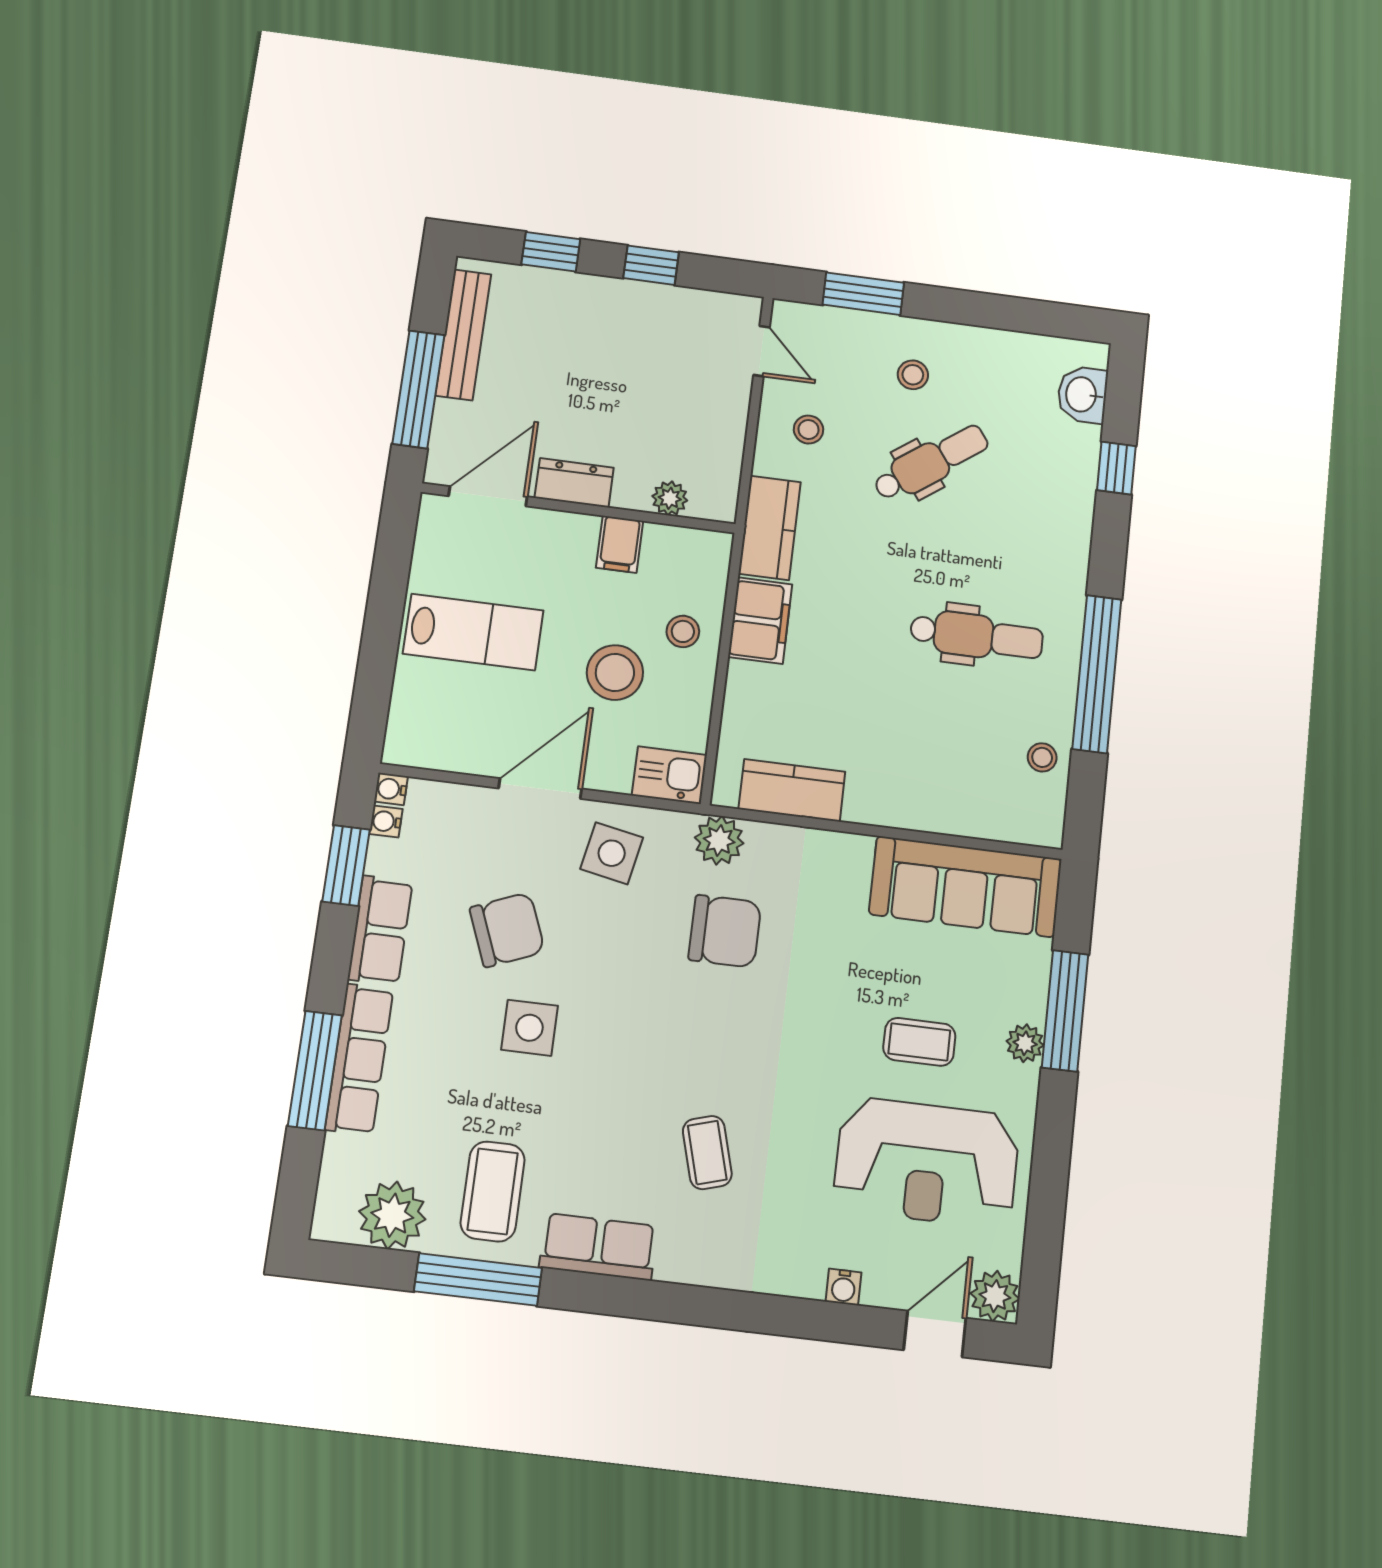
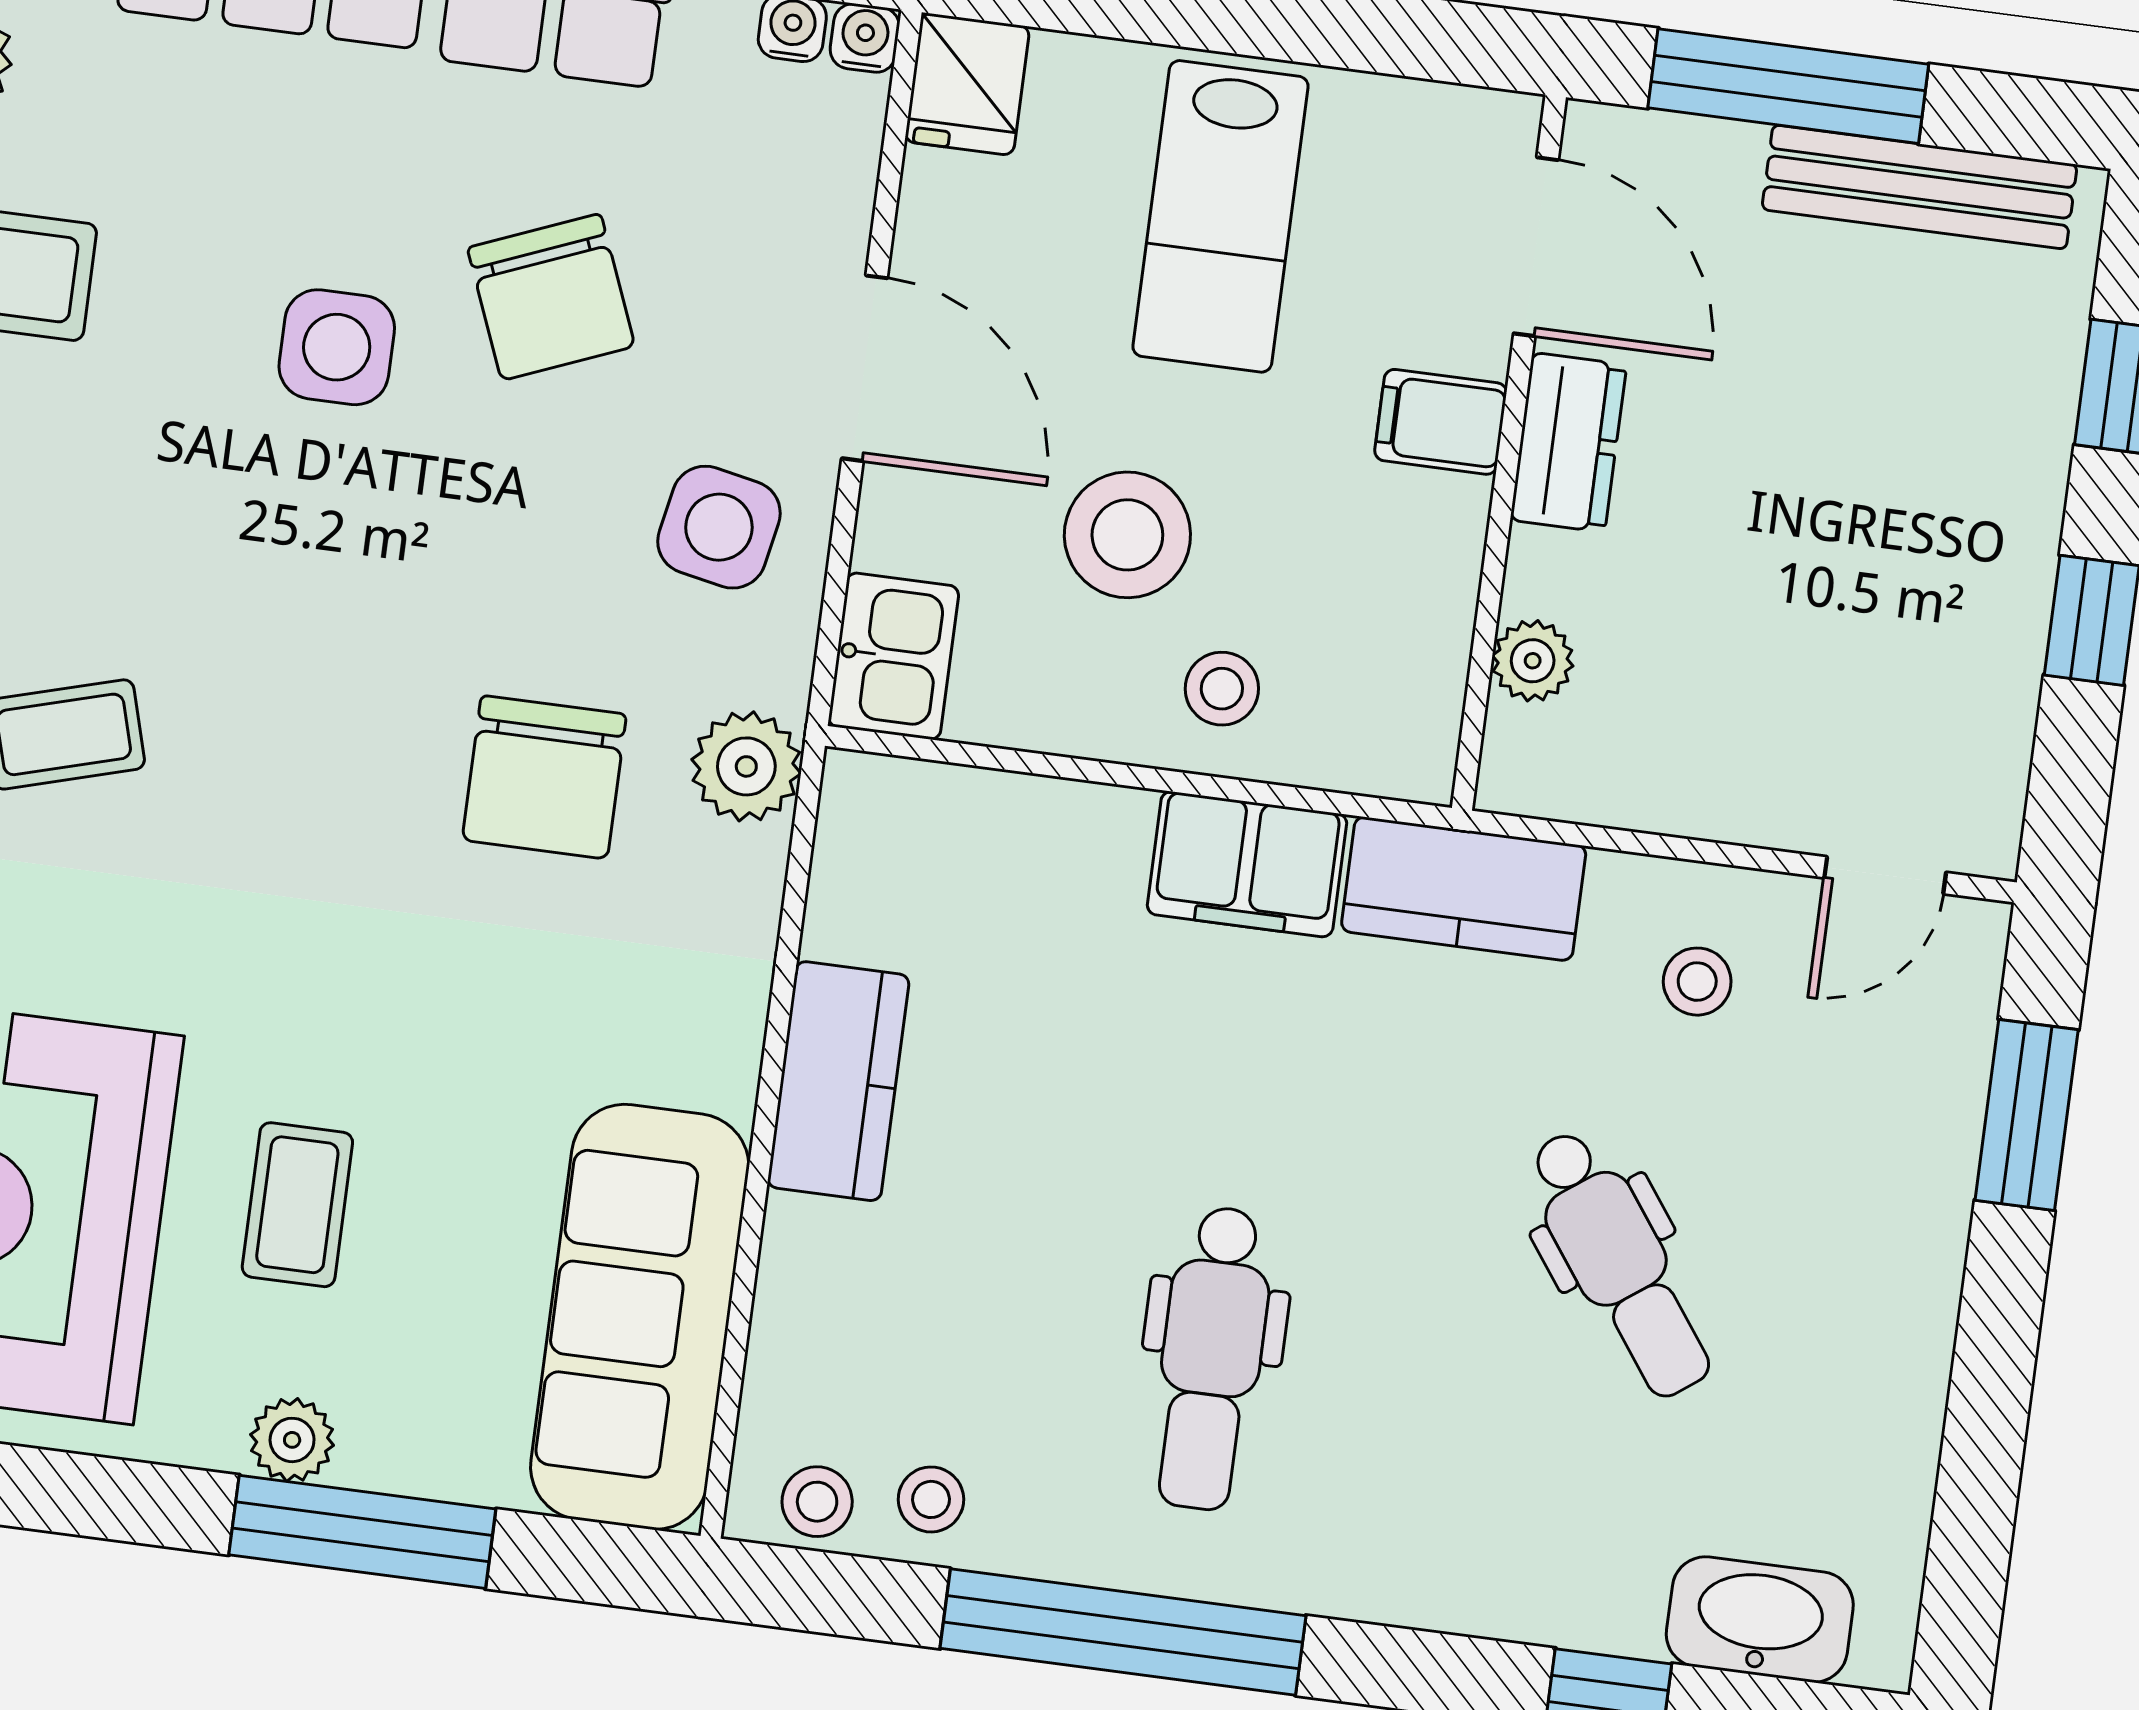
stool: (913, 375) -> (817, 1502), moved
washbasin: (1082, 395) -> (1760, 1619), width x1.38
filing cabinet: (620, 544) -> (1441, 422), moved
fridge: (413, 743) -> (967, 84), added
kitchen counter: (792, 790) -> (838, 1081), moved

